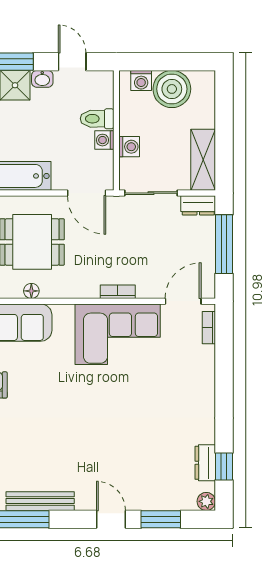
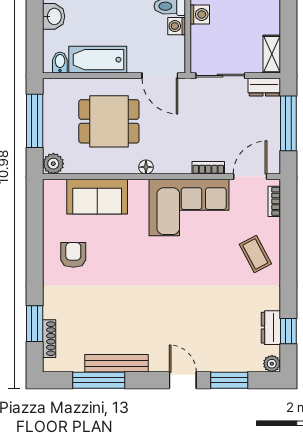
washing machine: (129, 147) -> (200, 14), moved
shelving: (203, 160) -> (272, 54), width x0.67, depth x0.75
floor lamp: (31, 291) -> (146, 167), moved
bookcase: (118, 292) -> (208, 168), moved
coffee table: (189, 384) -> (255, 254), added

